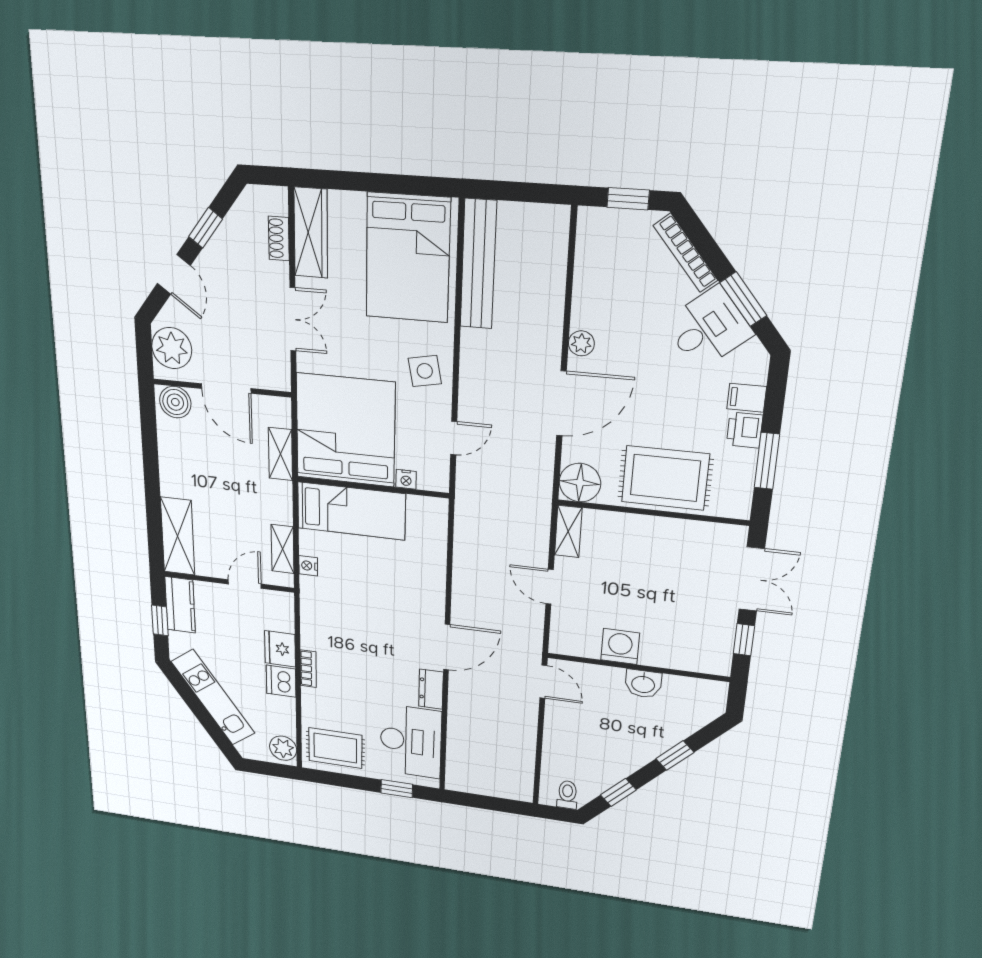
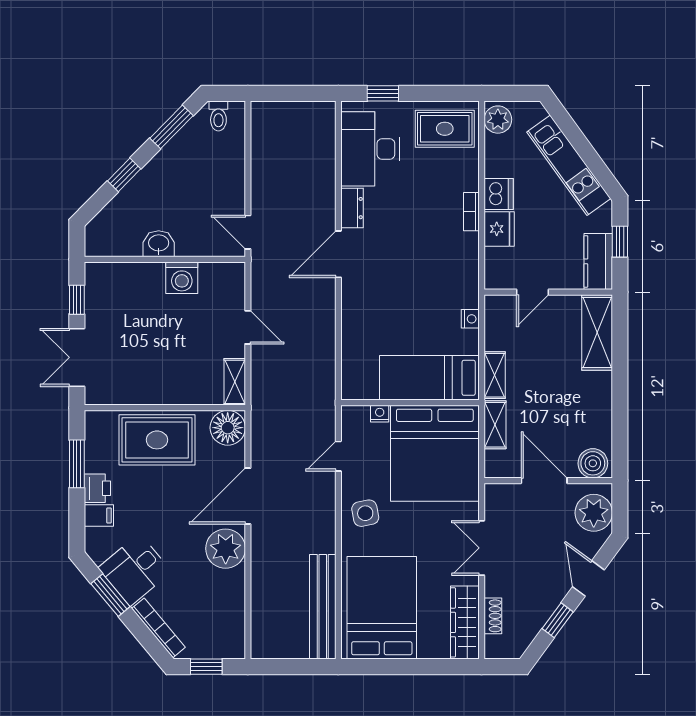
plant: (581, 343) -> (226, 549), width x1.88, depth x1.88
shelving: (283, 549) -> (495, 375), moved
window: (618, 792) -> (172, 127), width x1.50

